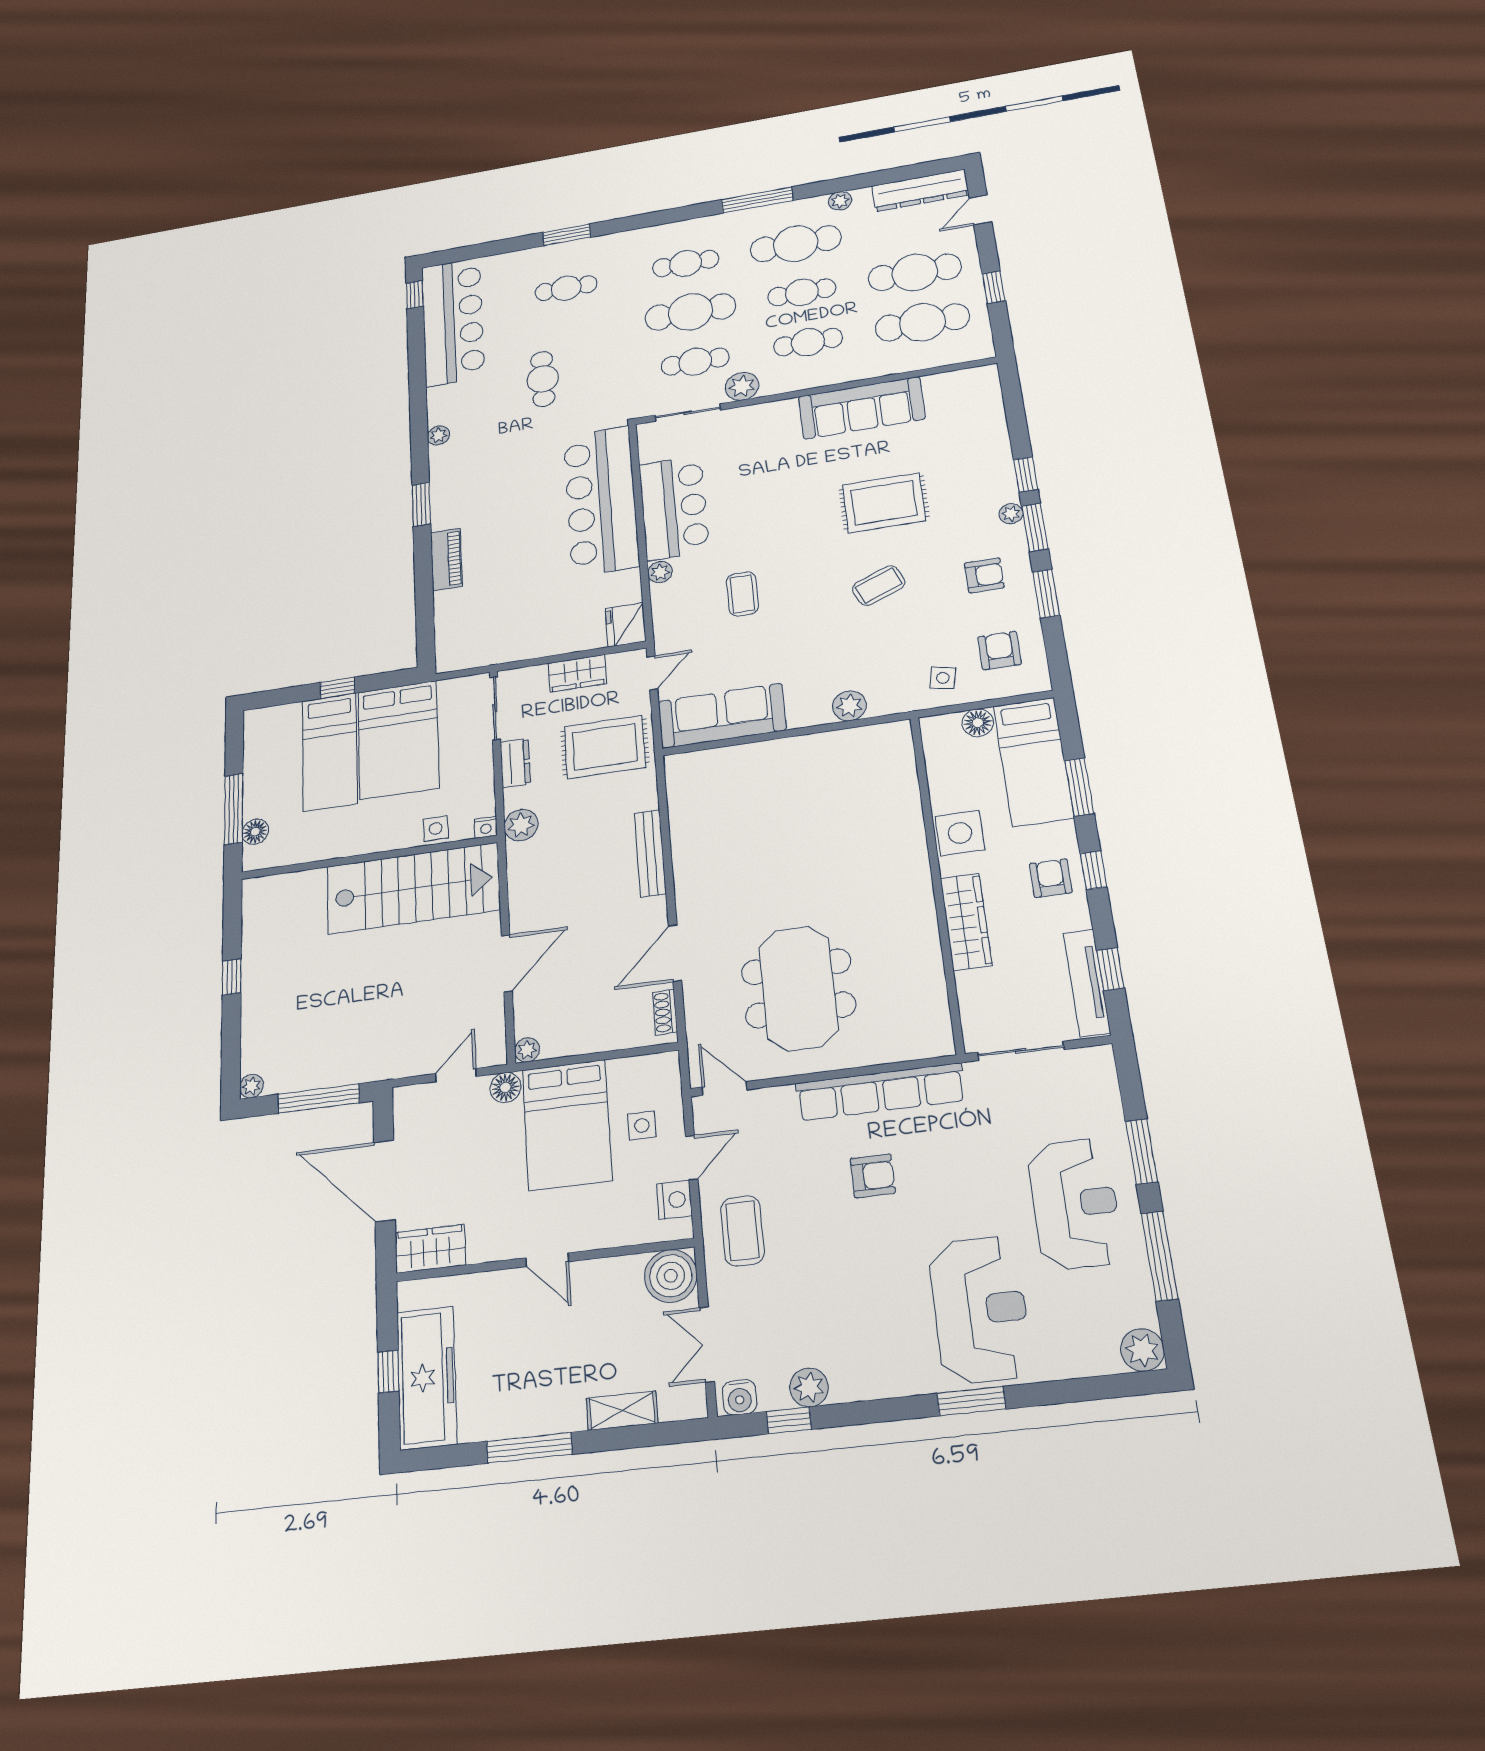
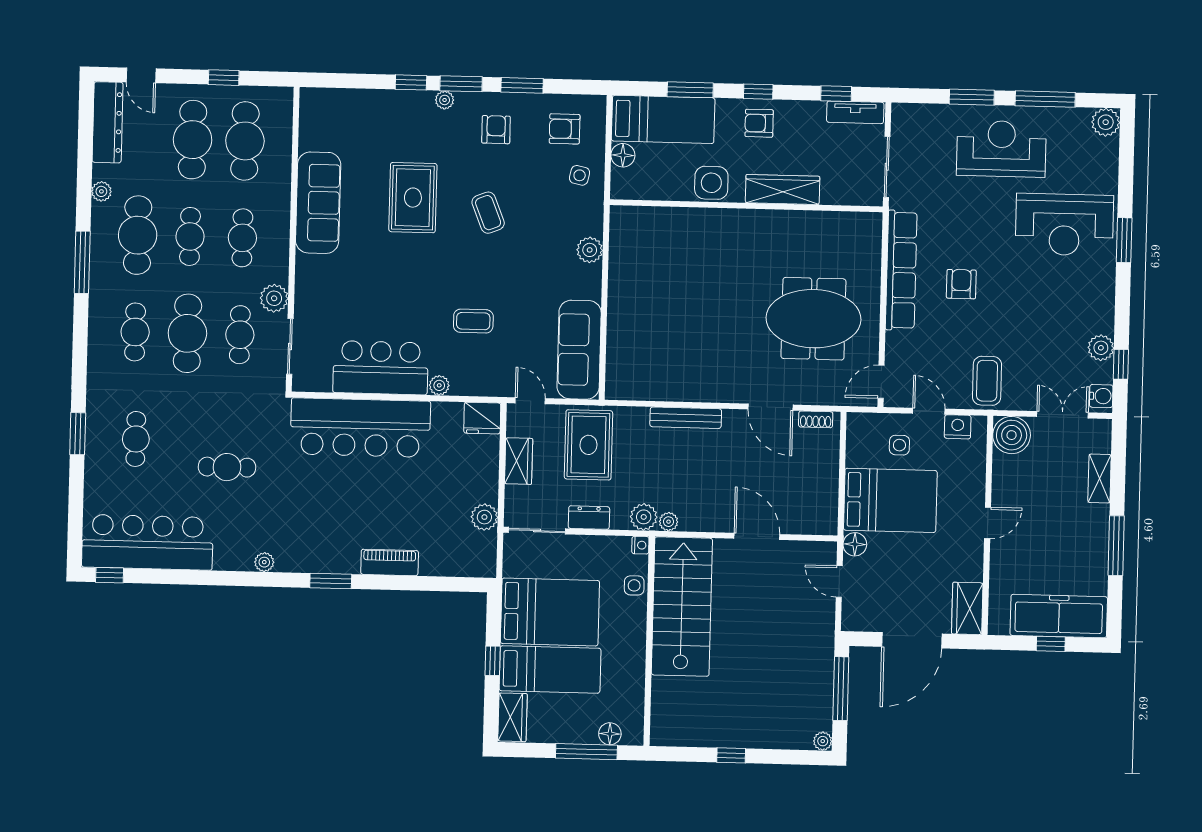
plant: (507, 649) -> (484, 517), added
wardrobe: (272, 721) -> (512, 717), added
tv unit: (1087, 983) -> (855, 112), width x0.71
plant: (527, 1050) -> (669, 522), moved
coffee table: (742, 1231) -> (987, 381), turned 90
reception desk: (980, 1310) -> (1064, 225), turned 180
double door: (707, 1344) -> (1062, 415), swing flipped

